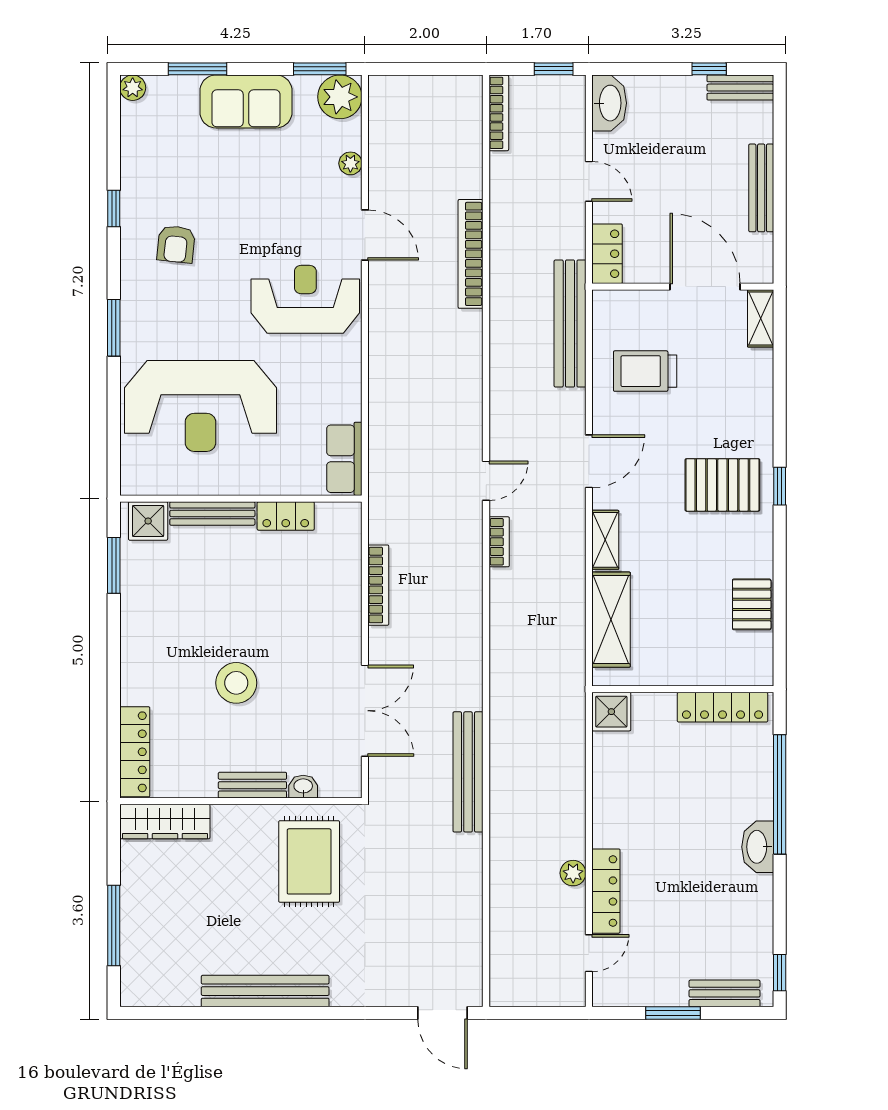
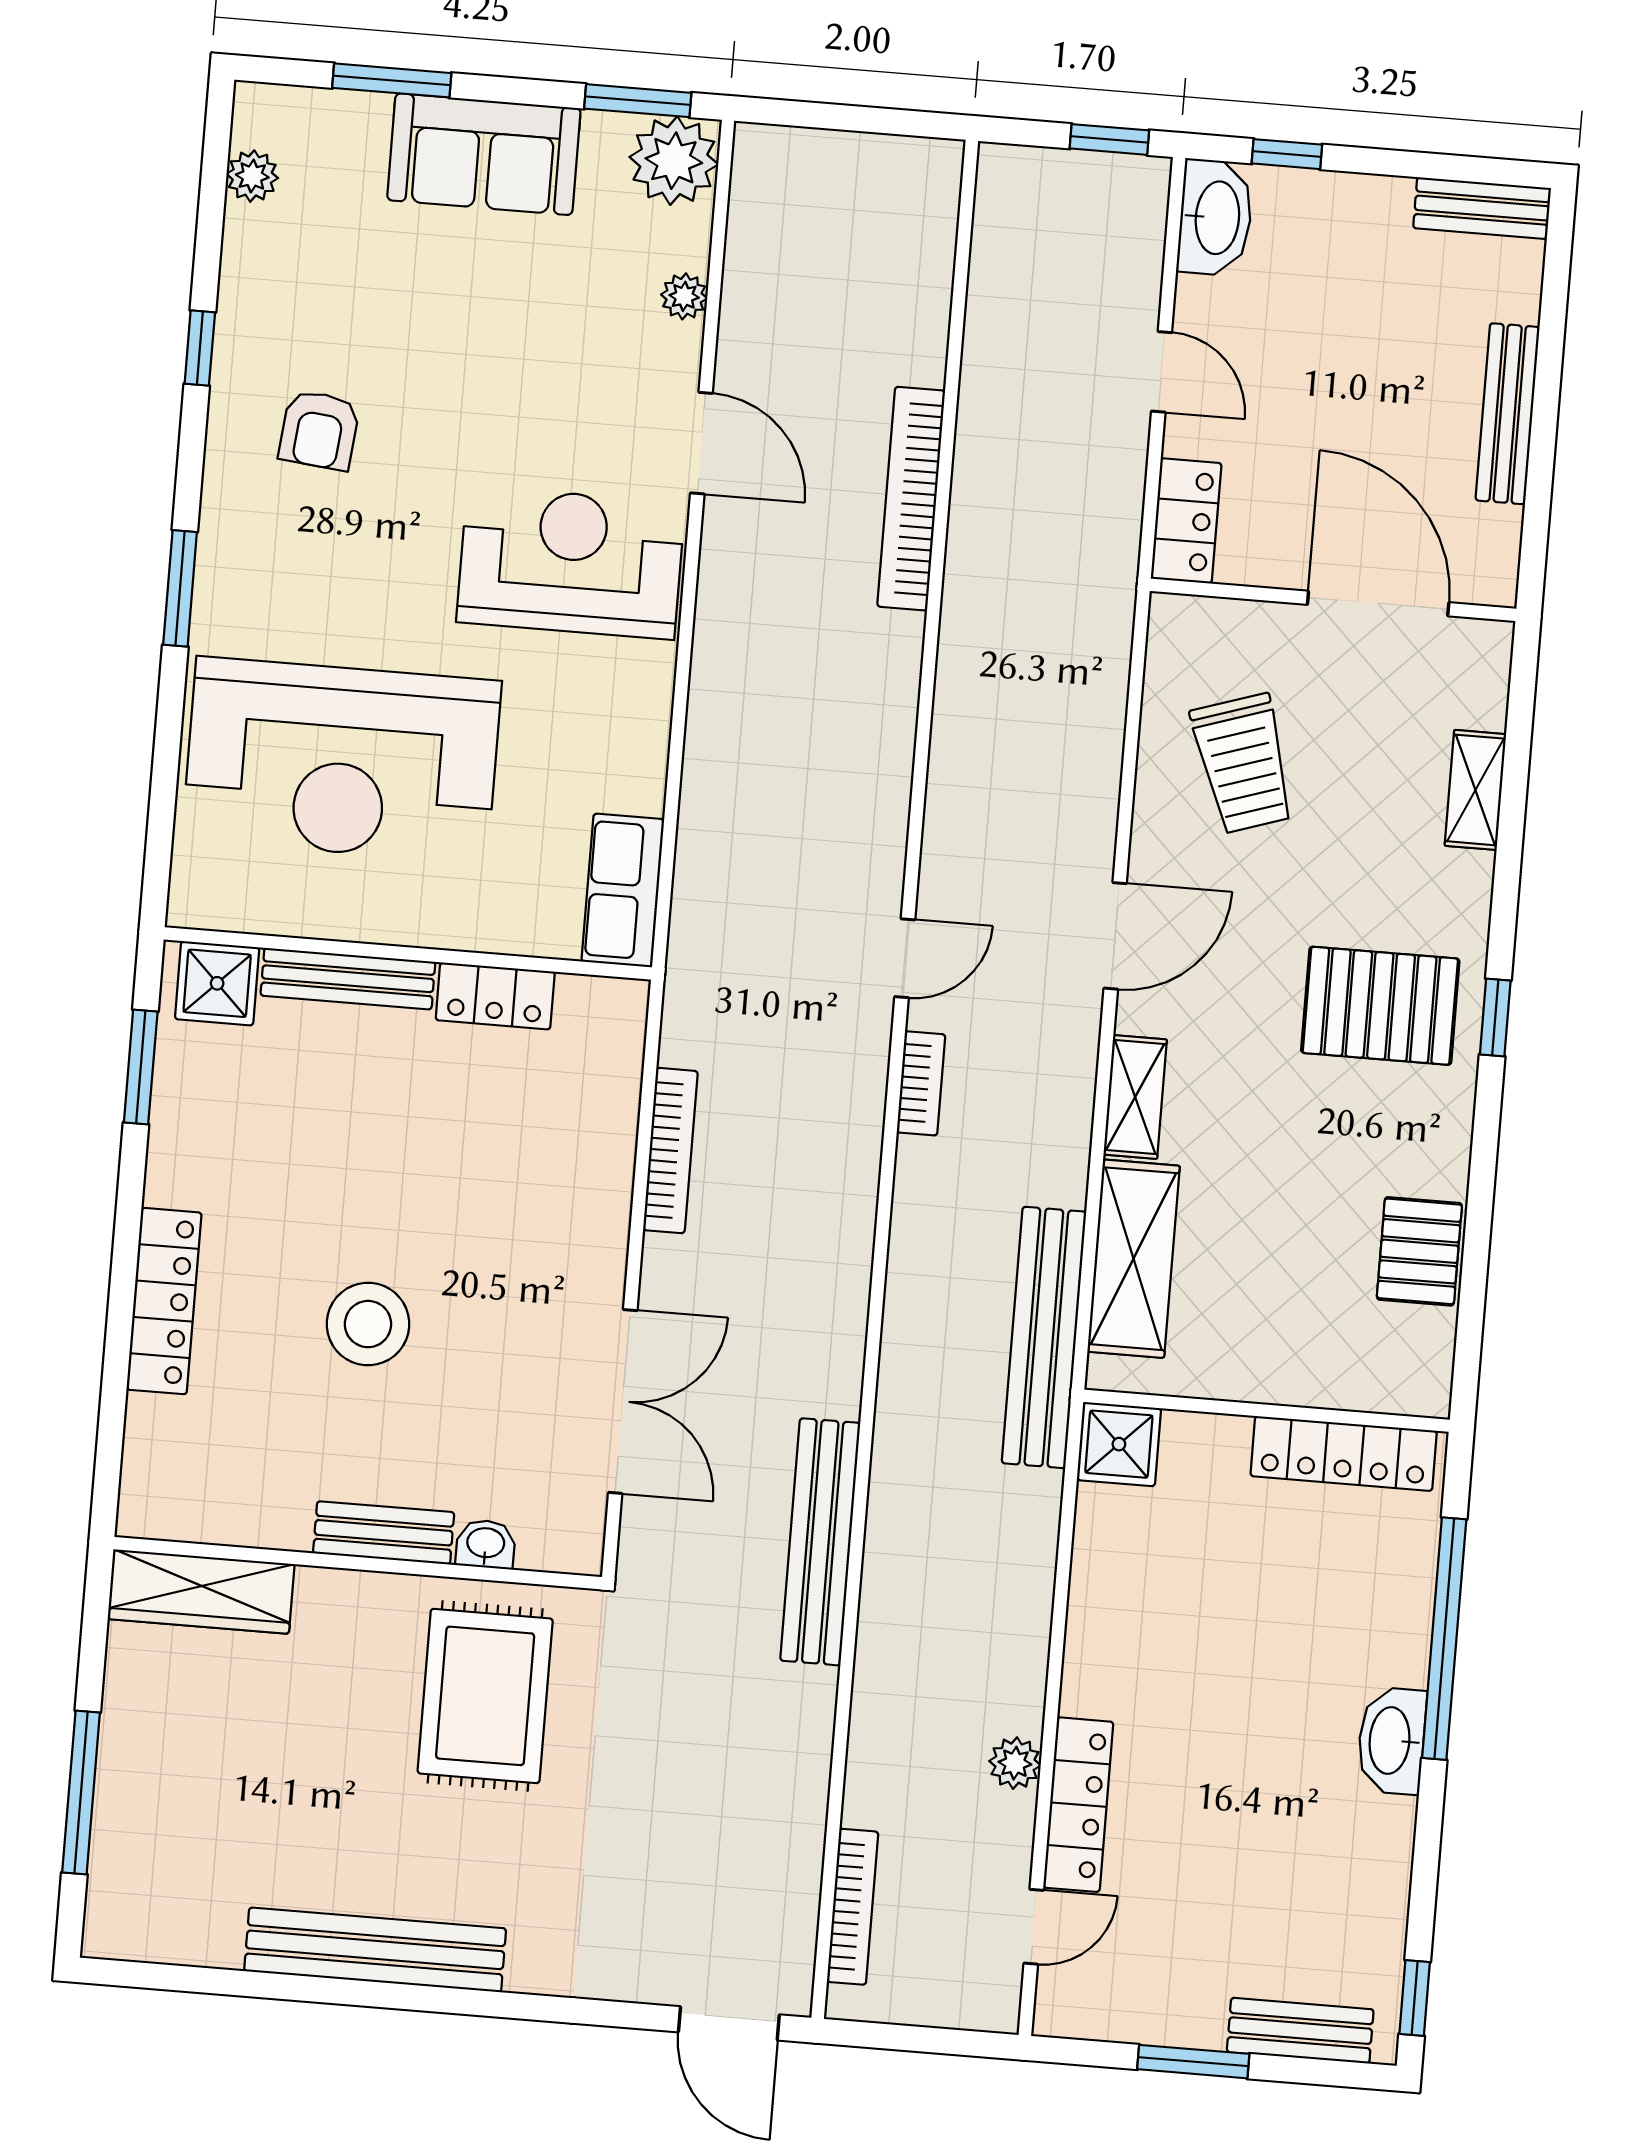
window: (709, 69) -> (1287, 154), moved
plant: (133, 88) -> (252, 176), moved
bookcase: (499, 113) -> (853, 1907), moved
shelving: (761, 318) -> (1475, 790), moved
bench: (570, 324) -> (1044, 1337), moved
trolley: (645, 371) -> (1243, 764), turned -108
locker: (135, 752) -> (164, 1301), moved

